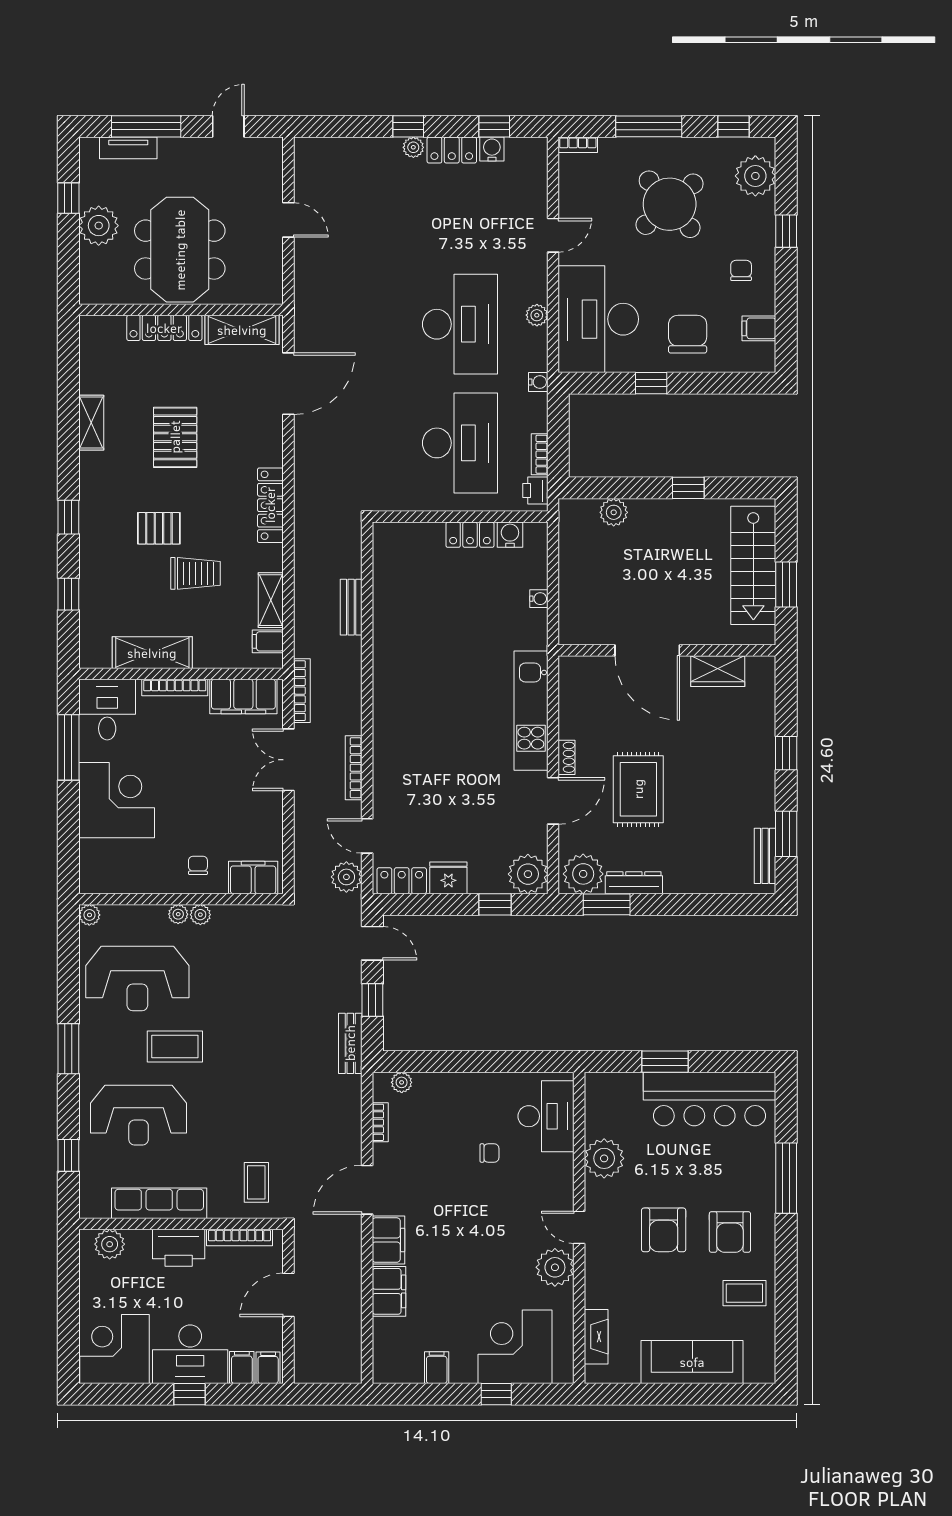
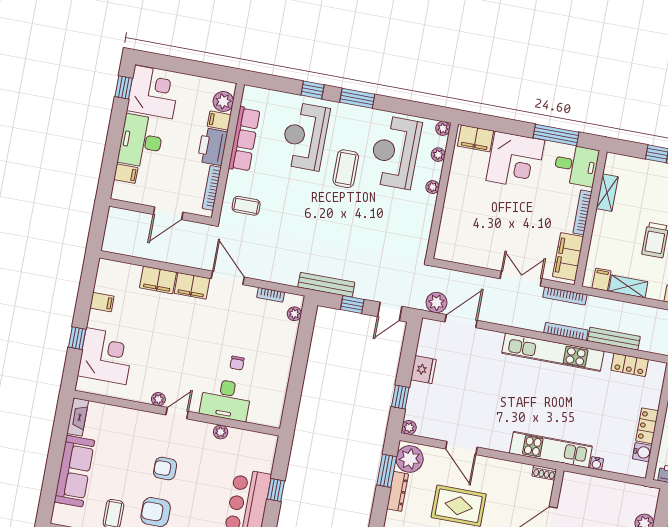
bench: (351, 607) -> (614, 339), width x1.36
shelving: (152, 653) -> (607, 193), width x0.67, depth x0.75
kitchen unit: (388, 693) -> (553, 352), added
kitchen unit: (531, 711) -> (551, 450), moved
shoe rack: (567, 757) -> (544, 473), moved
bookcase: (354, 768) -> (566, 331), moved
door: (367, 836) -> (461, 321), width x1.38
chair: (198, 865) -> (462, 206), removed
plant: (528, 874) -> (409, 428), width x0.53, depth x0.53
filing cabinet: (253, 878) -> (476, 138), moved, turned 90
locker: (402, 881) -> (630, 365), moved, turned 90
plant: (200, 915) -> (438, 155), moved
bench: (350, 1043) -> (326, 285), width x1.36
window: (665, 1062) -> (276, 490), width x0.67
desk: (546, 1116) -> (226, 400), moved
window: (68, 1155) -> (312, 90), moved
plant: (604, 1158) -> (221, 432), width x0.53, depth x0.53
armchair: (664, 1230) -> (165, 469), width x0.72, depth x0.72
plant: (555, 1267) -> (158, 399), width x0.53, depth x0.53
door: (288, 1295) -> (168, 213), swing flipped
fireplace: (596, 1337) -> (78, 417), moved, turned -90
filing cabinet: (268, 1368) -> (219, 121), moved, turned 180
window: (190, 1394) -> (124, 87), moved

